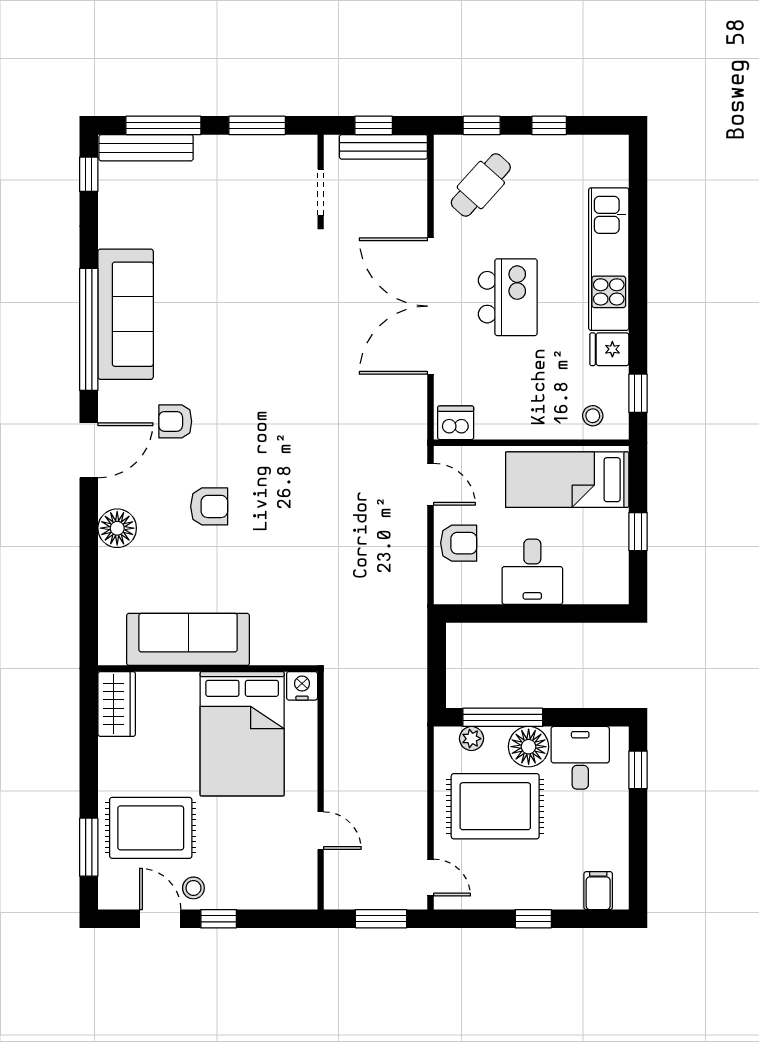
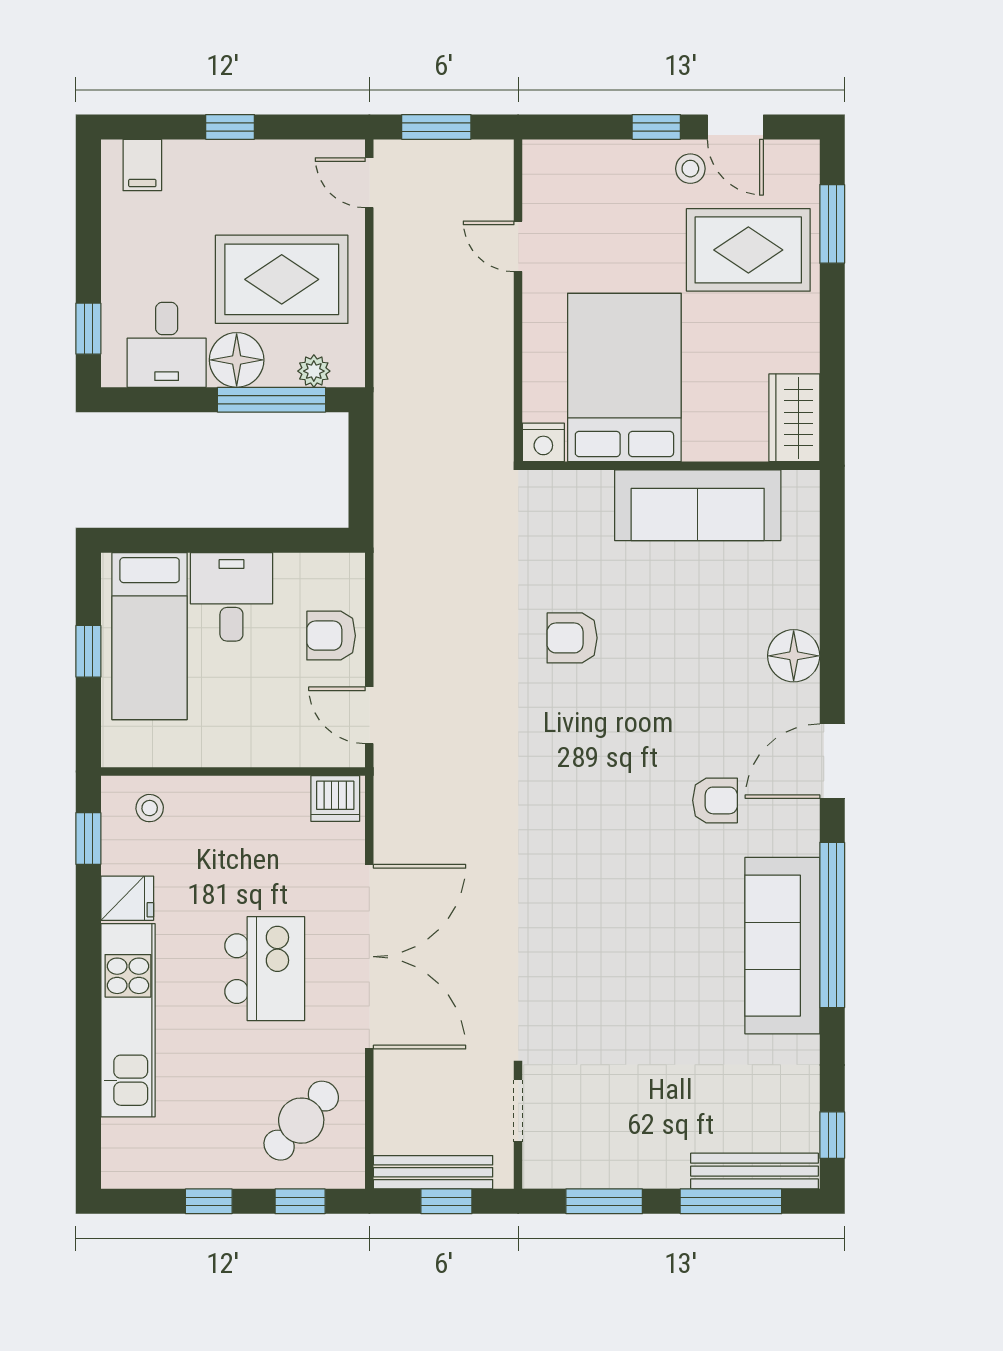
kitchen island: (508, 297) -> (265, 969), turned 180
bed: (567, 480) -> (150, 636), moved, turned 90
armchair: (209, 506) -> (572, 638), moved

